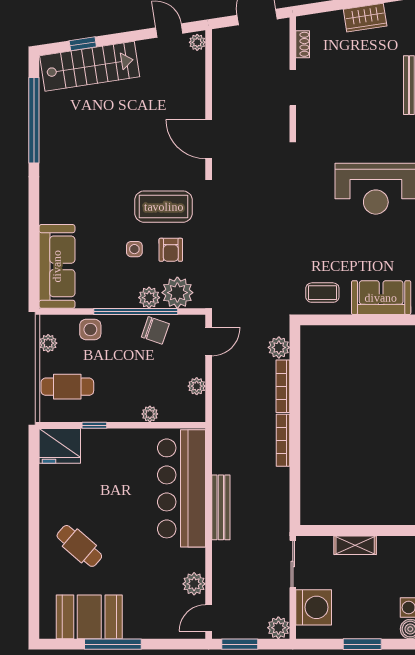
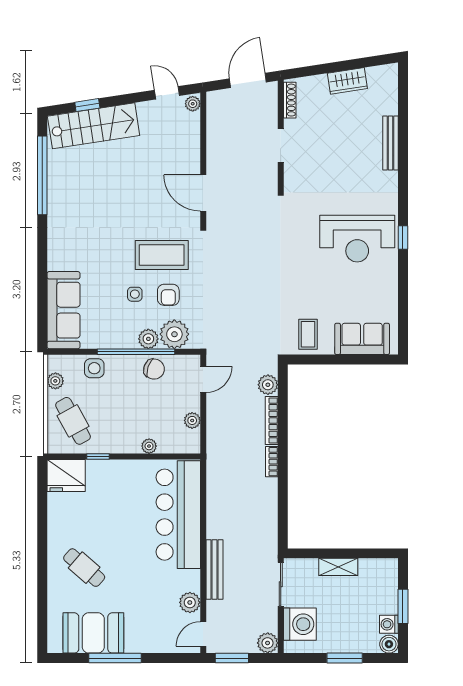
shoe rack: (303, 44) -> (290, 100), width x1.43
coffee table: (322, 293) -> (308, 334), turned 90
cafe table: (67, 387) -> (73, 421), turned 61
bookcase: (283, 440) -> (272, 462), width x0.64
bench: (221, 507) -> (214, 569), moved

